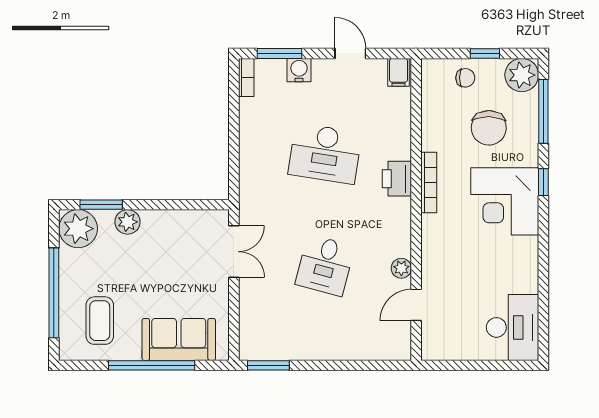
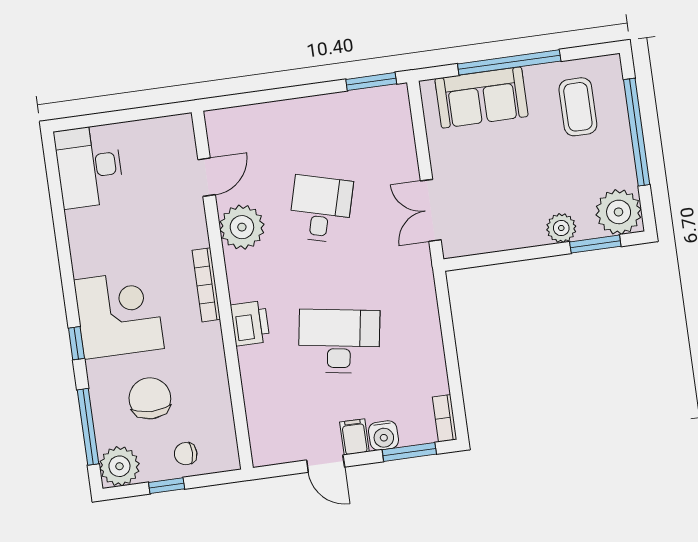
filing cabinet: (398, 72) -> (354, 437), moved
bookcase: (429, 182) -> (206, 285), moved
plant: (401, 268) -> (242, 227), width x1.88, depth x1.88

